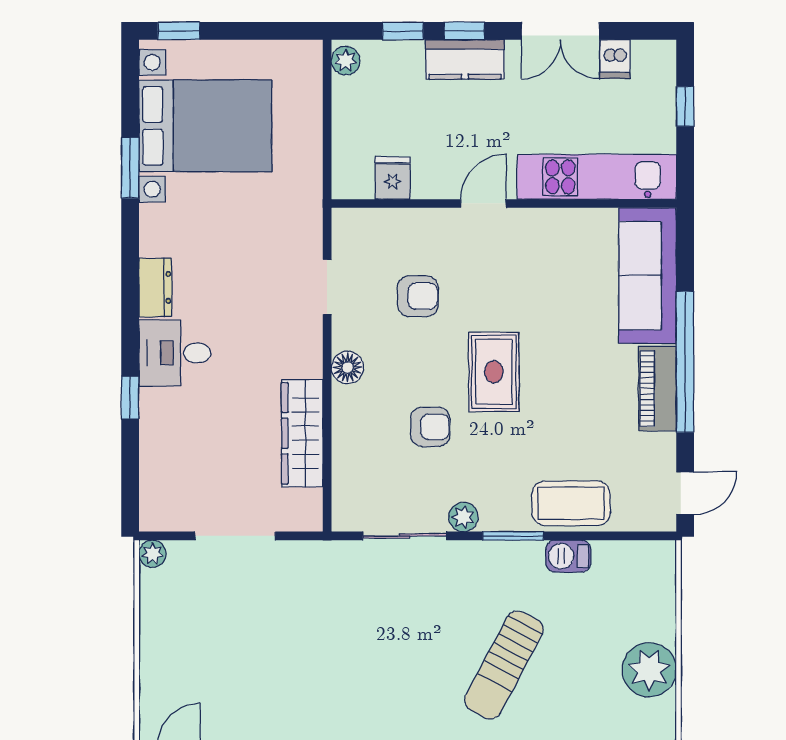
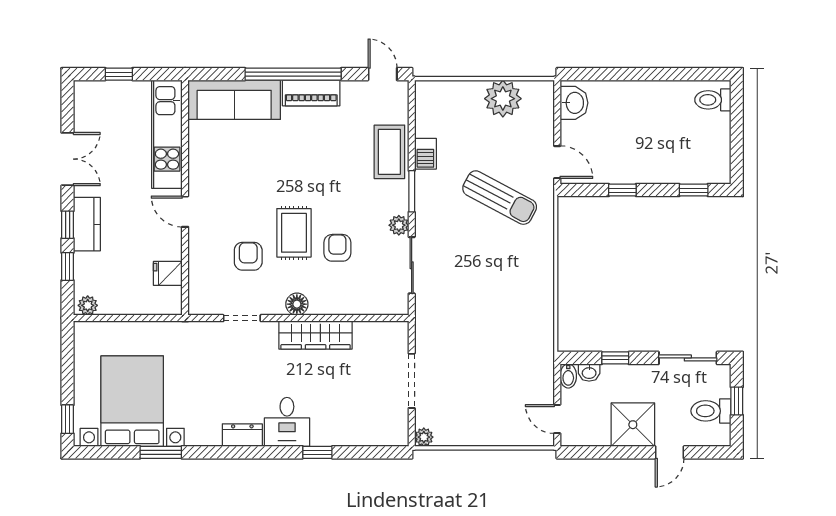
dishwasher: (615, 59) -> (87, 122), removed
rug: (494, 372) -> (294, 233), moved, turned 90
wardrobe: (302, 433) -> (316, 335), moved

